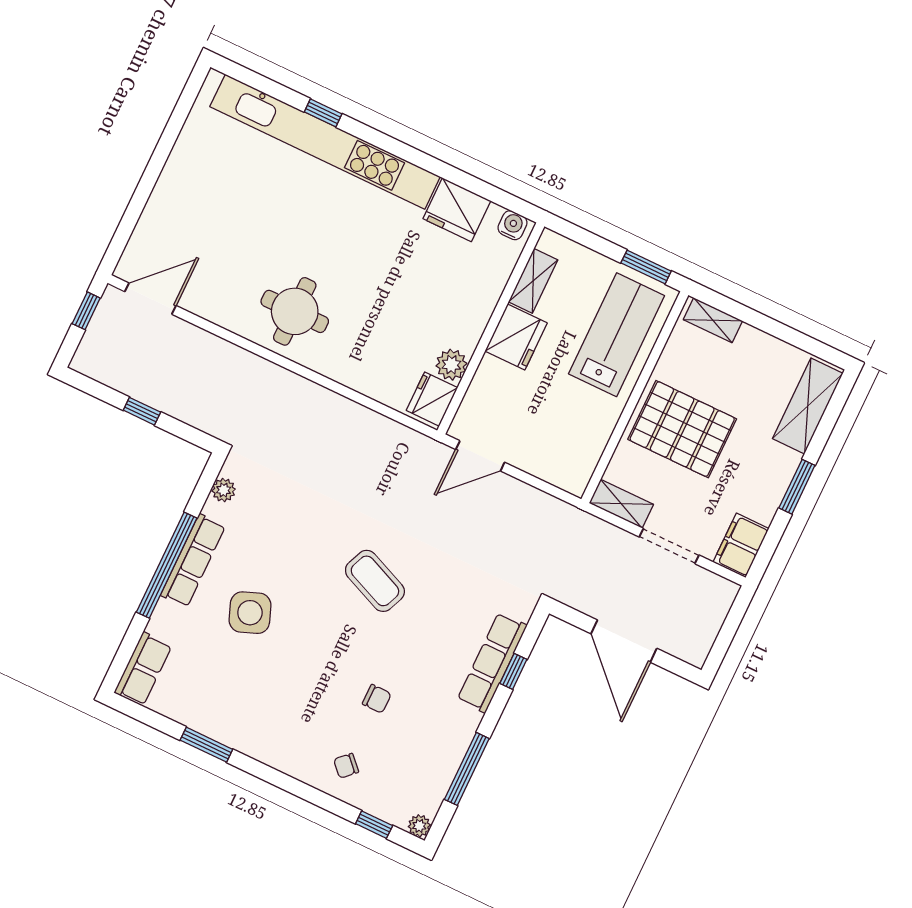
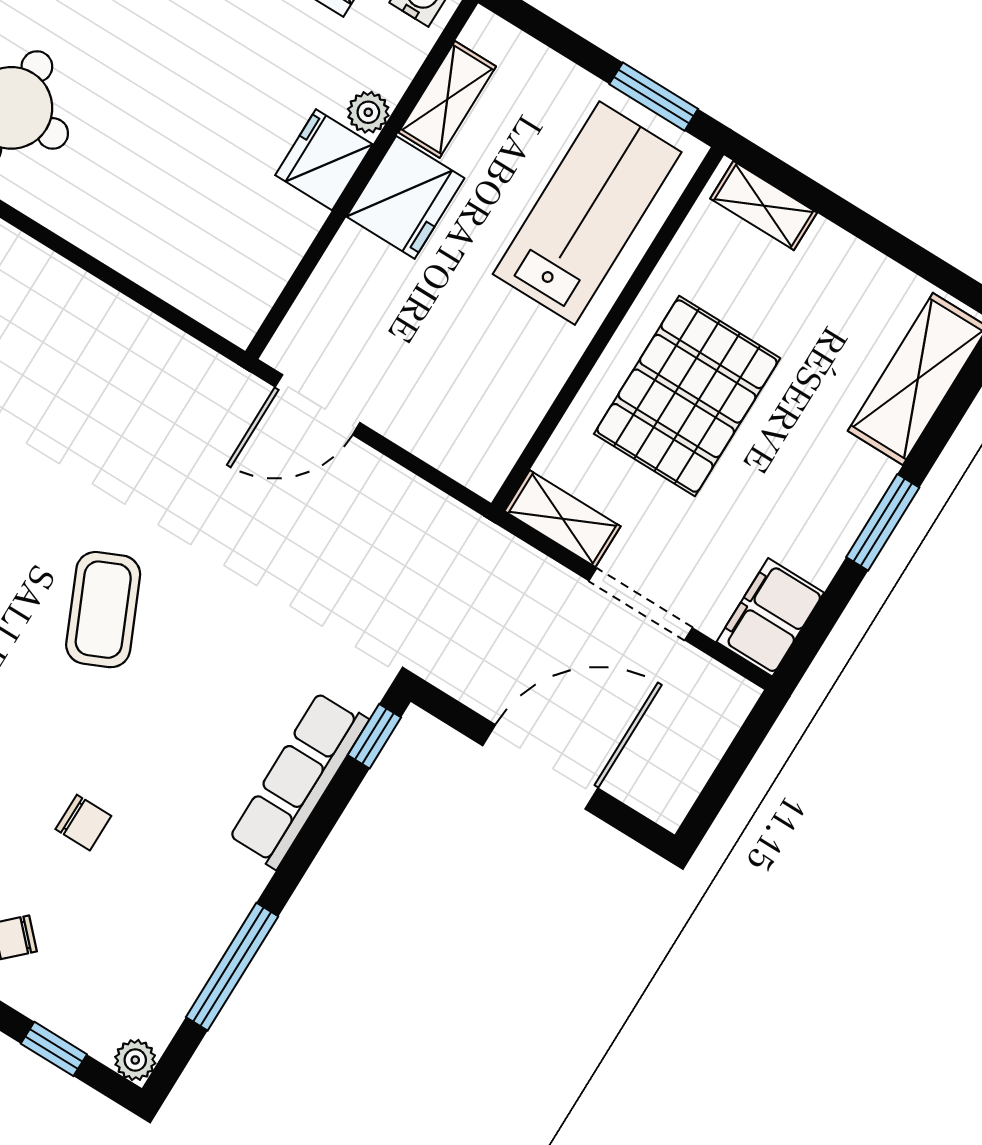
plant: (451, 365) -> (368, 112), moved, width x0.73, depth x0.73
fridge: (432, 399) -> (324, 160), moved
pallet: (682, 429) -> (687, 396), turned 90
coffee table: (375, 581) -> (103, 610), turned 43
door: (624, 641) -> (540, 767), swing flipped
window: (513, 671) -> (374, 736), moved

